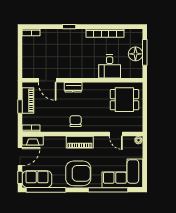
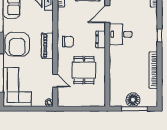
desk: (110, 67) -> (121, 34), moved
dining table: (124, 100) -> (84, 70), moved
door: (116, 134) -> (55, 81), swing flipped

